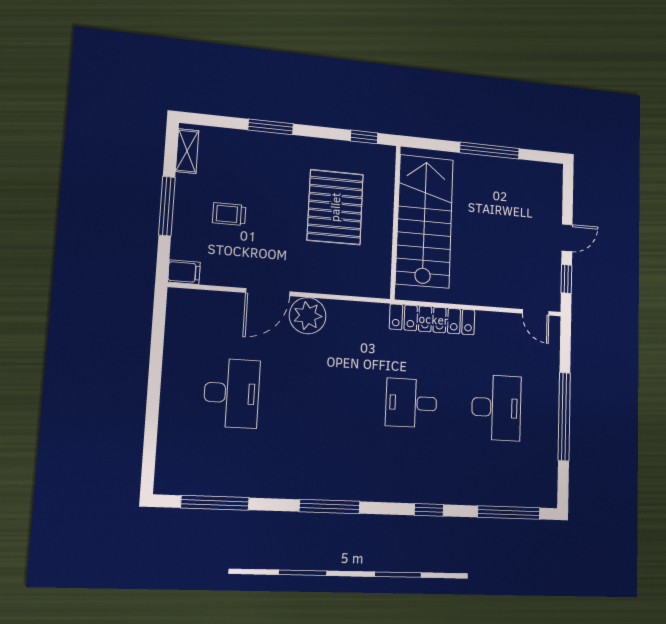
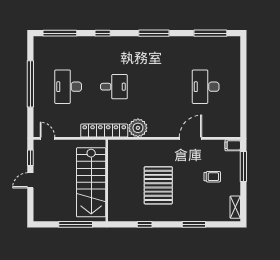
window: (167, 206) -> (243, 166), moved
stairs: (424, 221) -> (91, 182), moved
wall: (395, 222) -> (107, 180), moved
plant: (308, 316) -> (138, 128), moved

